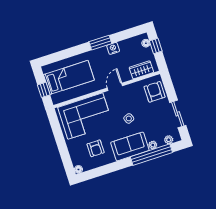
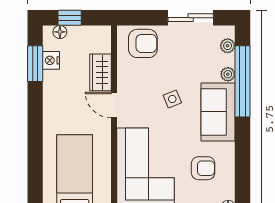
window: (100, 43) -> (35, 64), moved
nightstand: (113, 48) -> (51, 60), moved
wardrobe: (141, 70) -> (101, 72), moved
armchair: (155, 92) -> (143, 43), turned 180

